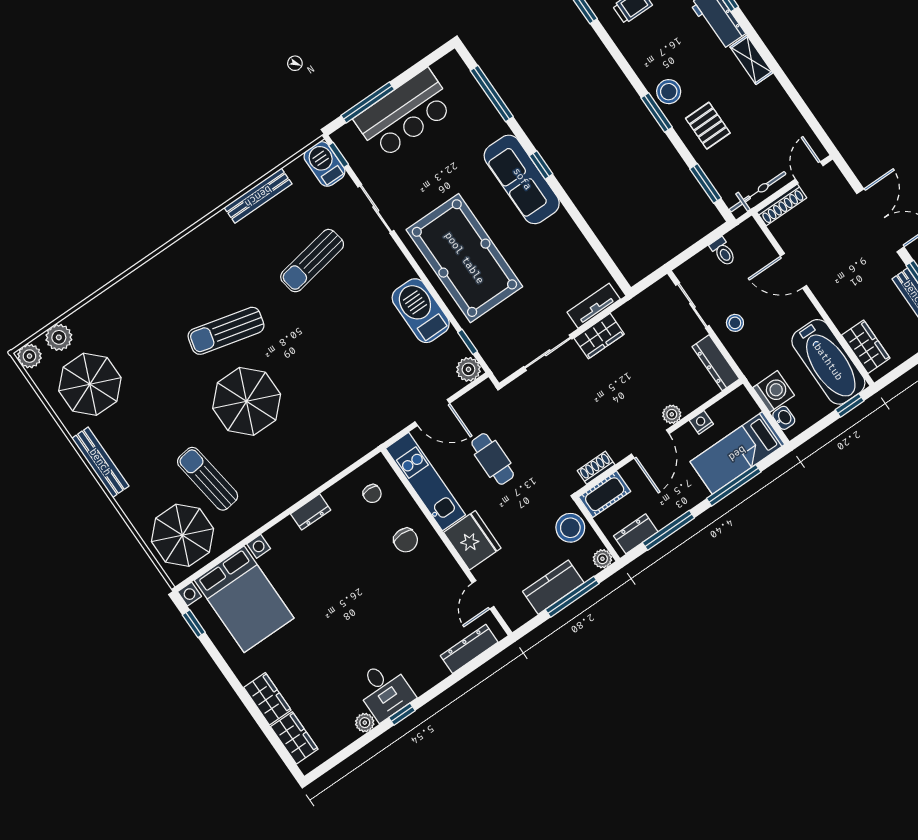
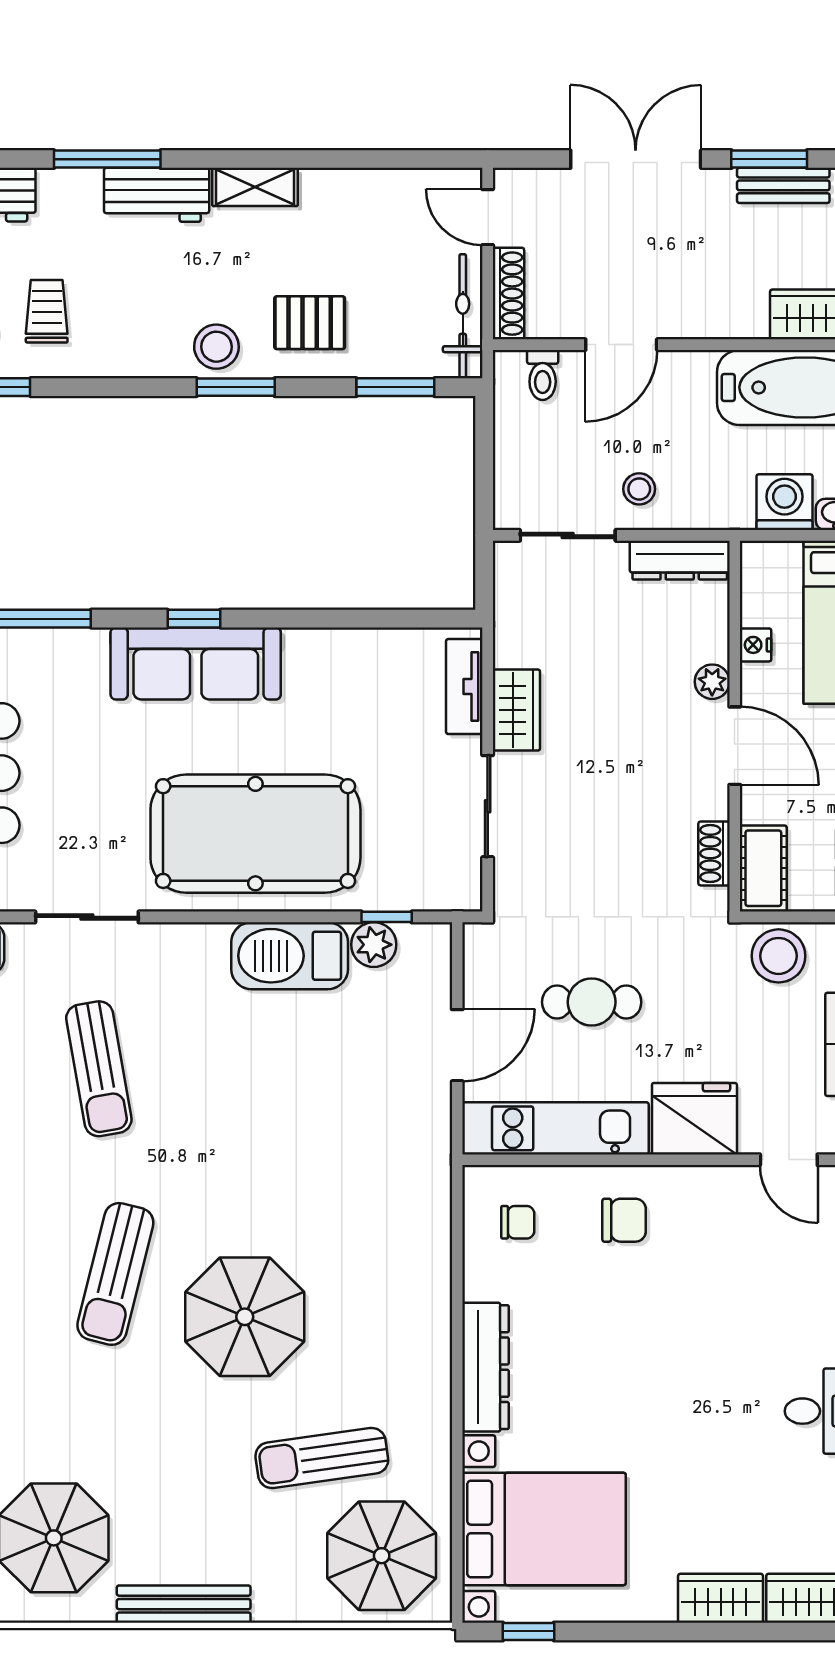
toilet: (723, 252) -> (543, 375), moved, turned 90
plant: (468, 369) -> (374, 945), moved
dresser: (311, 512) -> (485, 1367), width x1.96, depth x1.24

